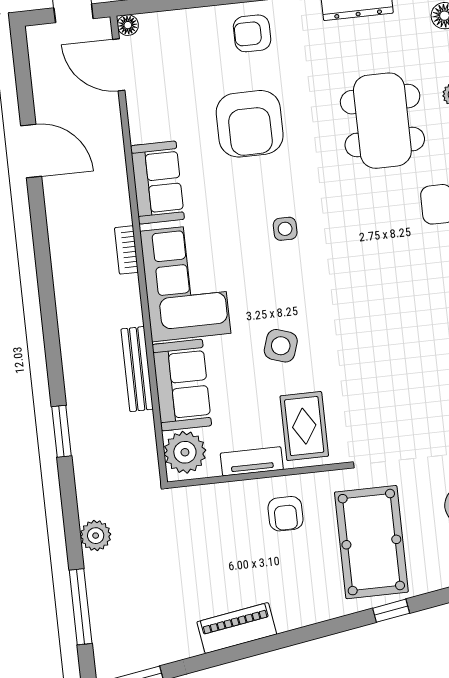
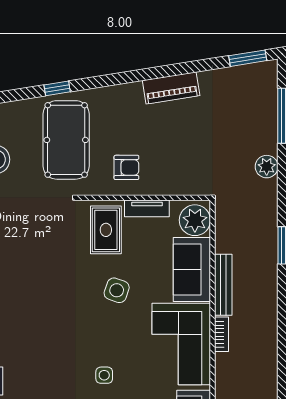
bookcase: (126, 250) -> (222, 334), moved
armchair: (286, 514) -> (126, 167), turned 90

